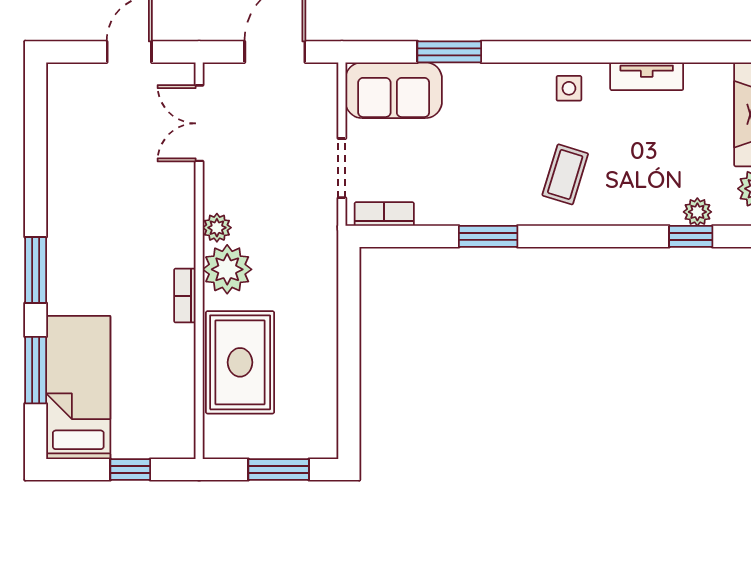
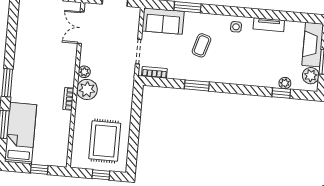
coffee table: (565, 174) -> (201, 45), moved
rug: (240, 362) -> (105, 141), moved
window: (279, 470) -> (101, 175), width x0.67

